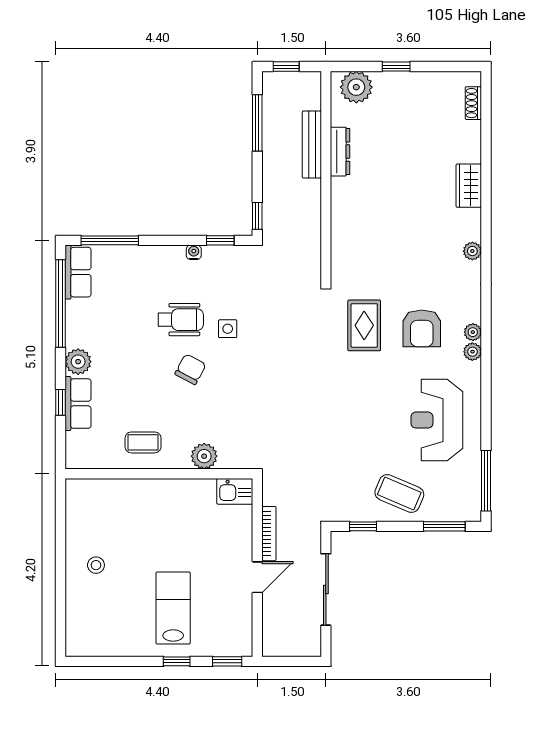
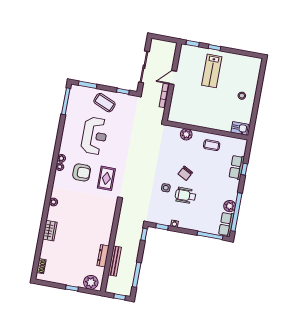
armchair: (422, 328) -> (82, 172), turned 90
plant: (78, 362) -> (230, 206), moved
reception desk: (437, 420) -> (95, 136), moved
kitchen sink: (235, 491) -> (240, 128), moved

